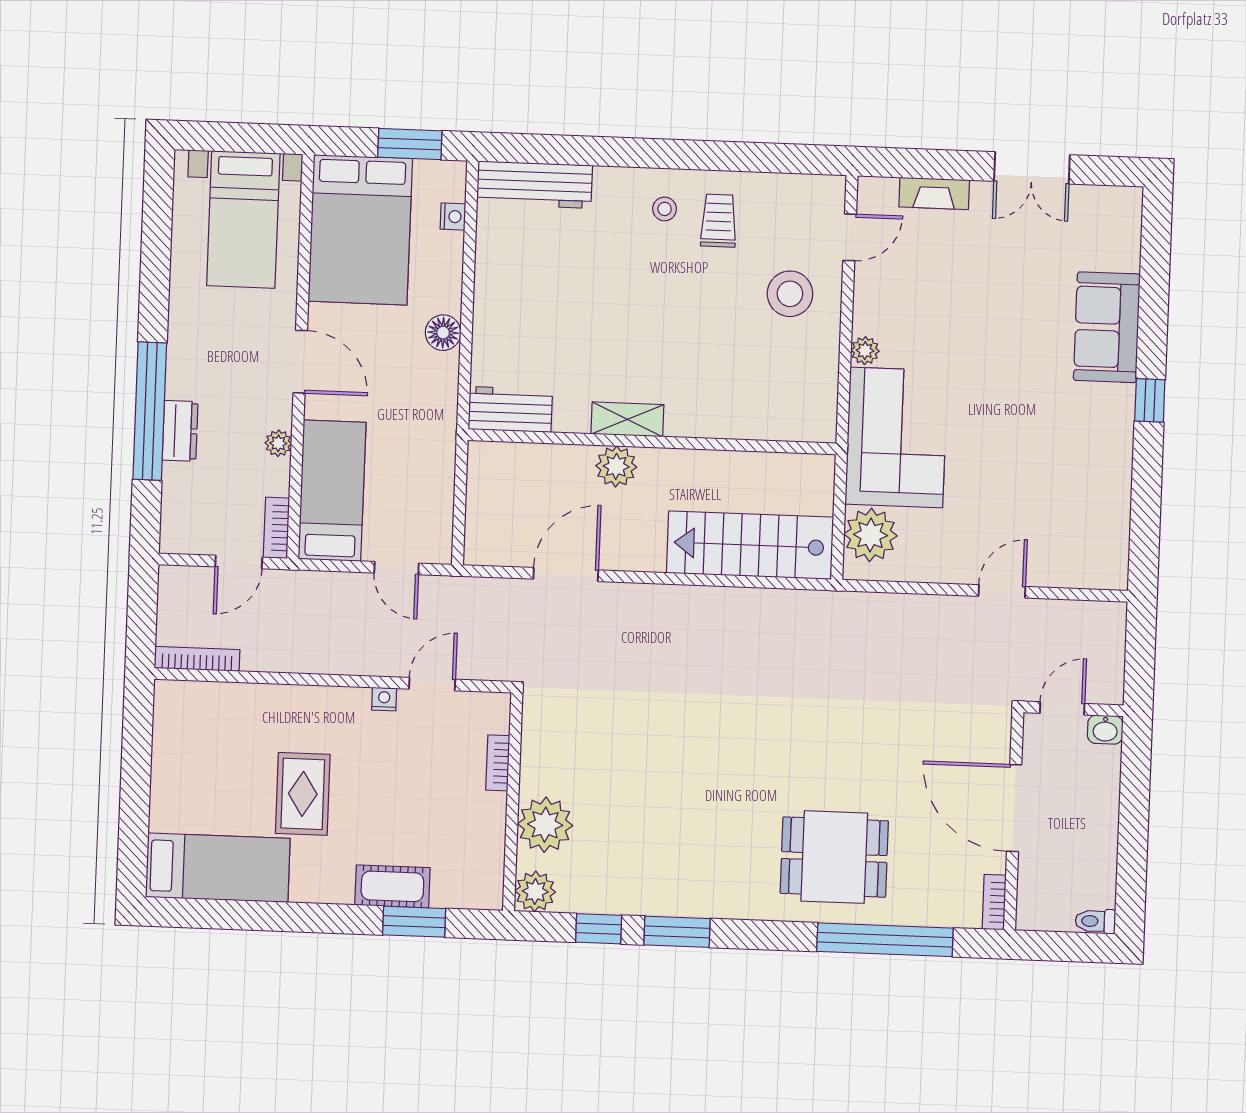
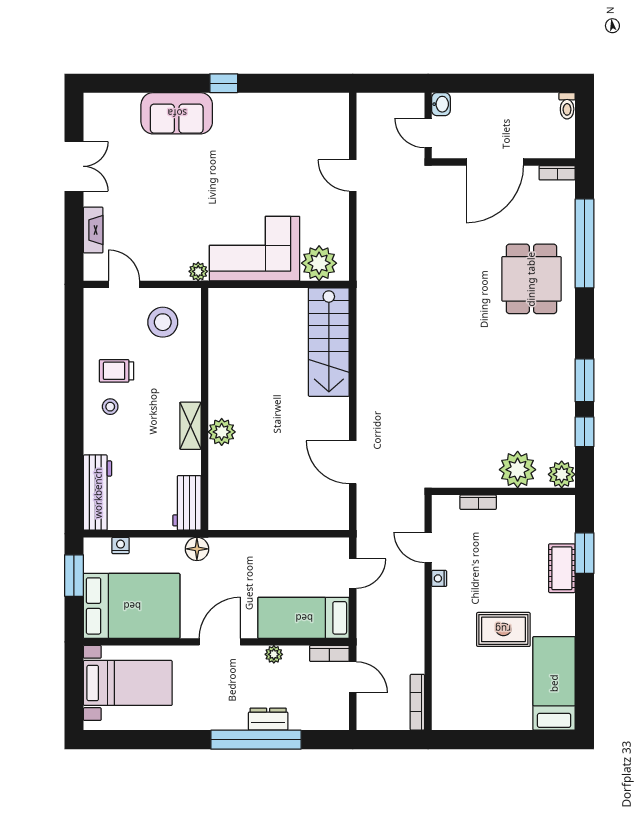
workbench: (510, 409) -> (187, 503), moved
shelving: (627, 419) -> (190, 426), moved
wall: (652, 442) -> (205, 409), moved
plant: (616, 466) -> (222, 432), moved

